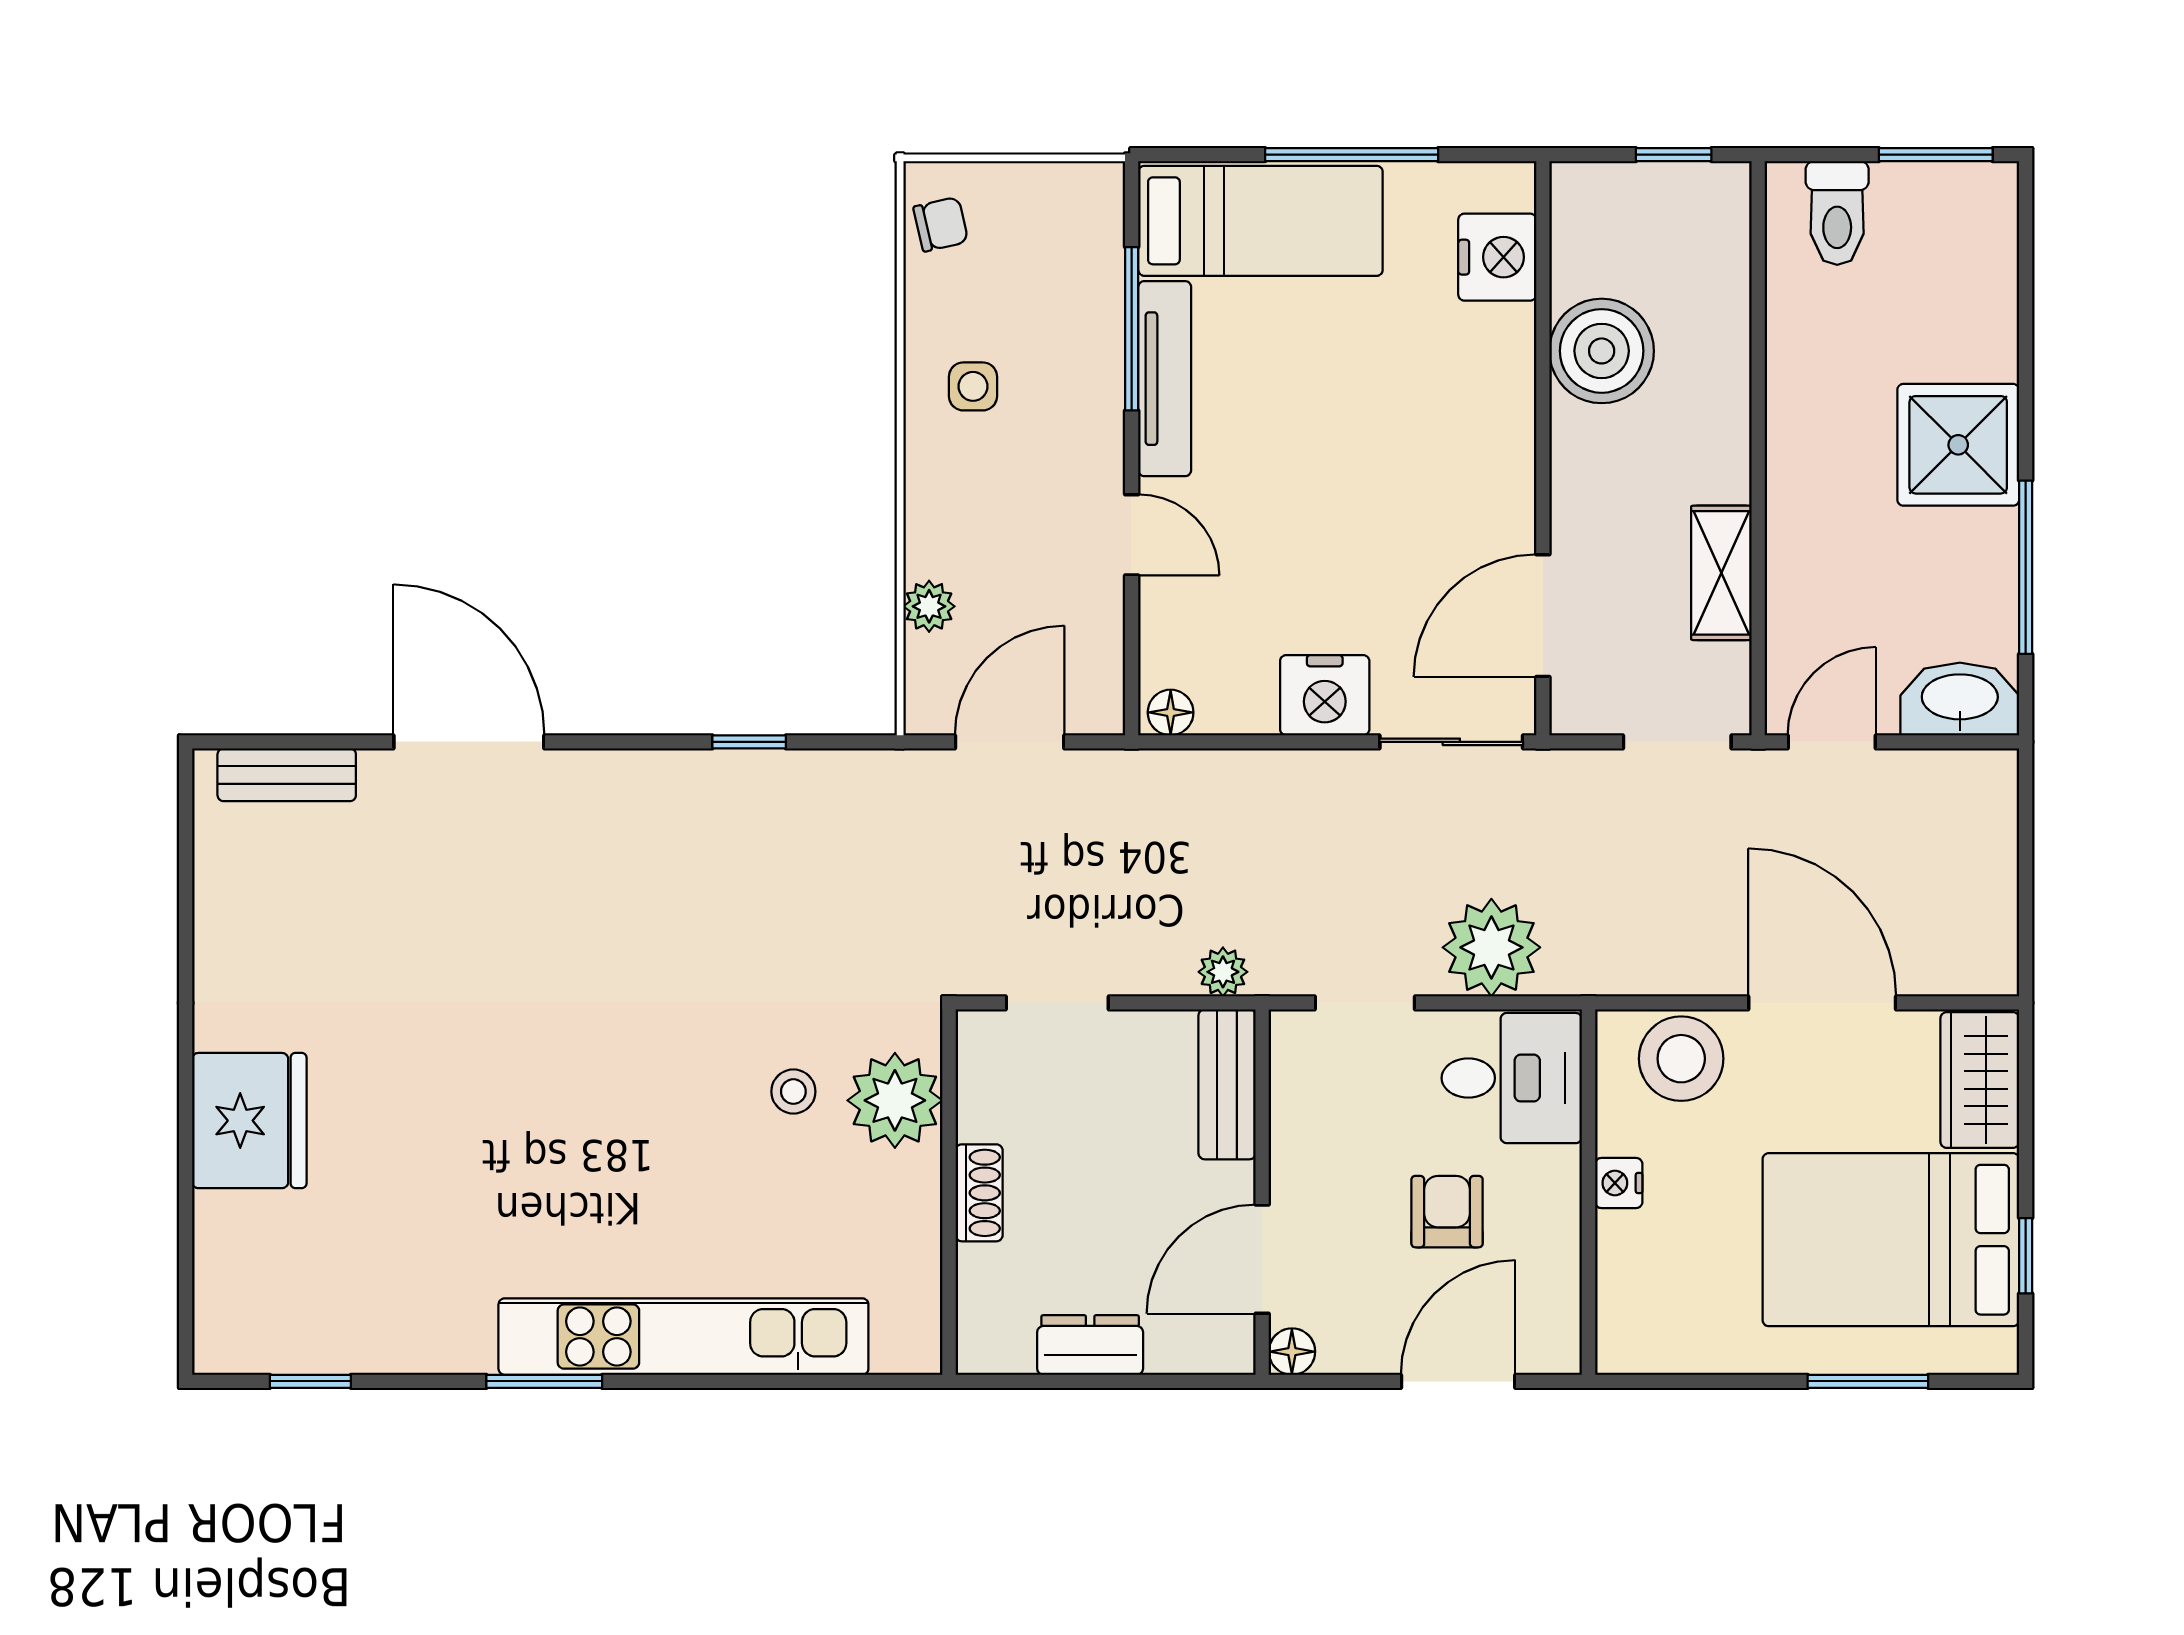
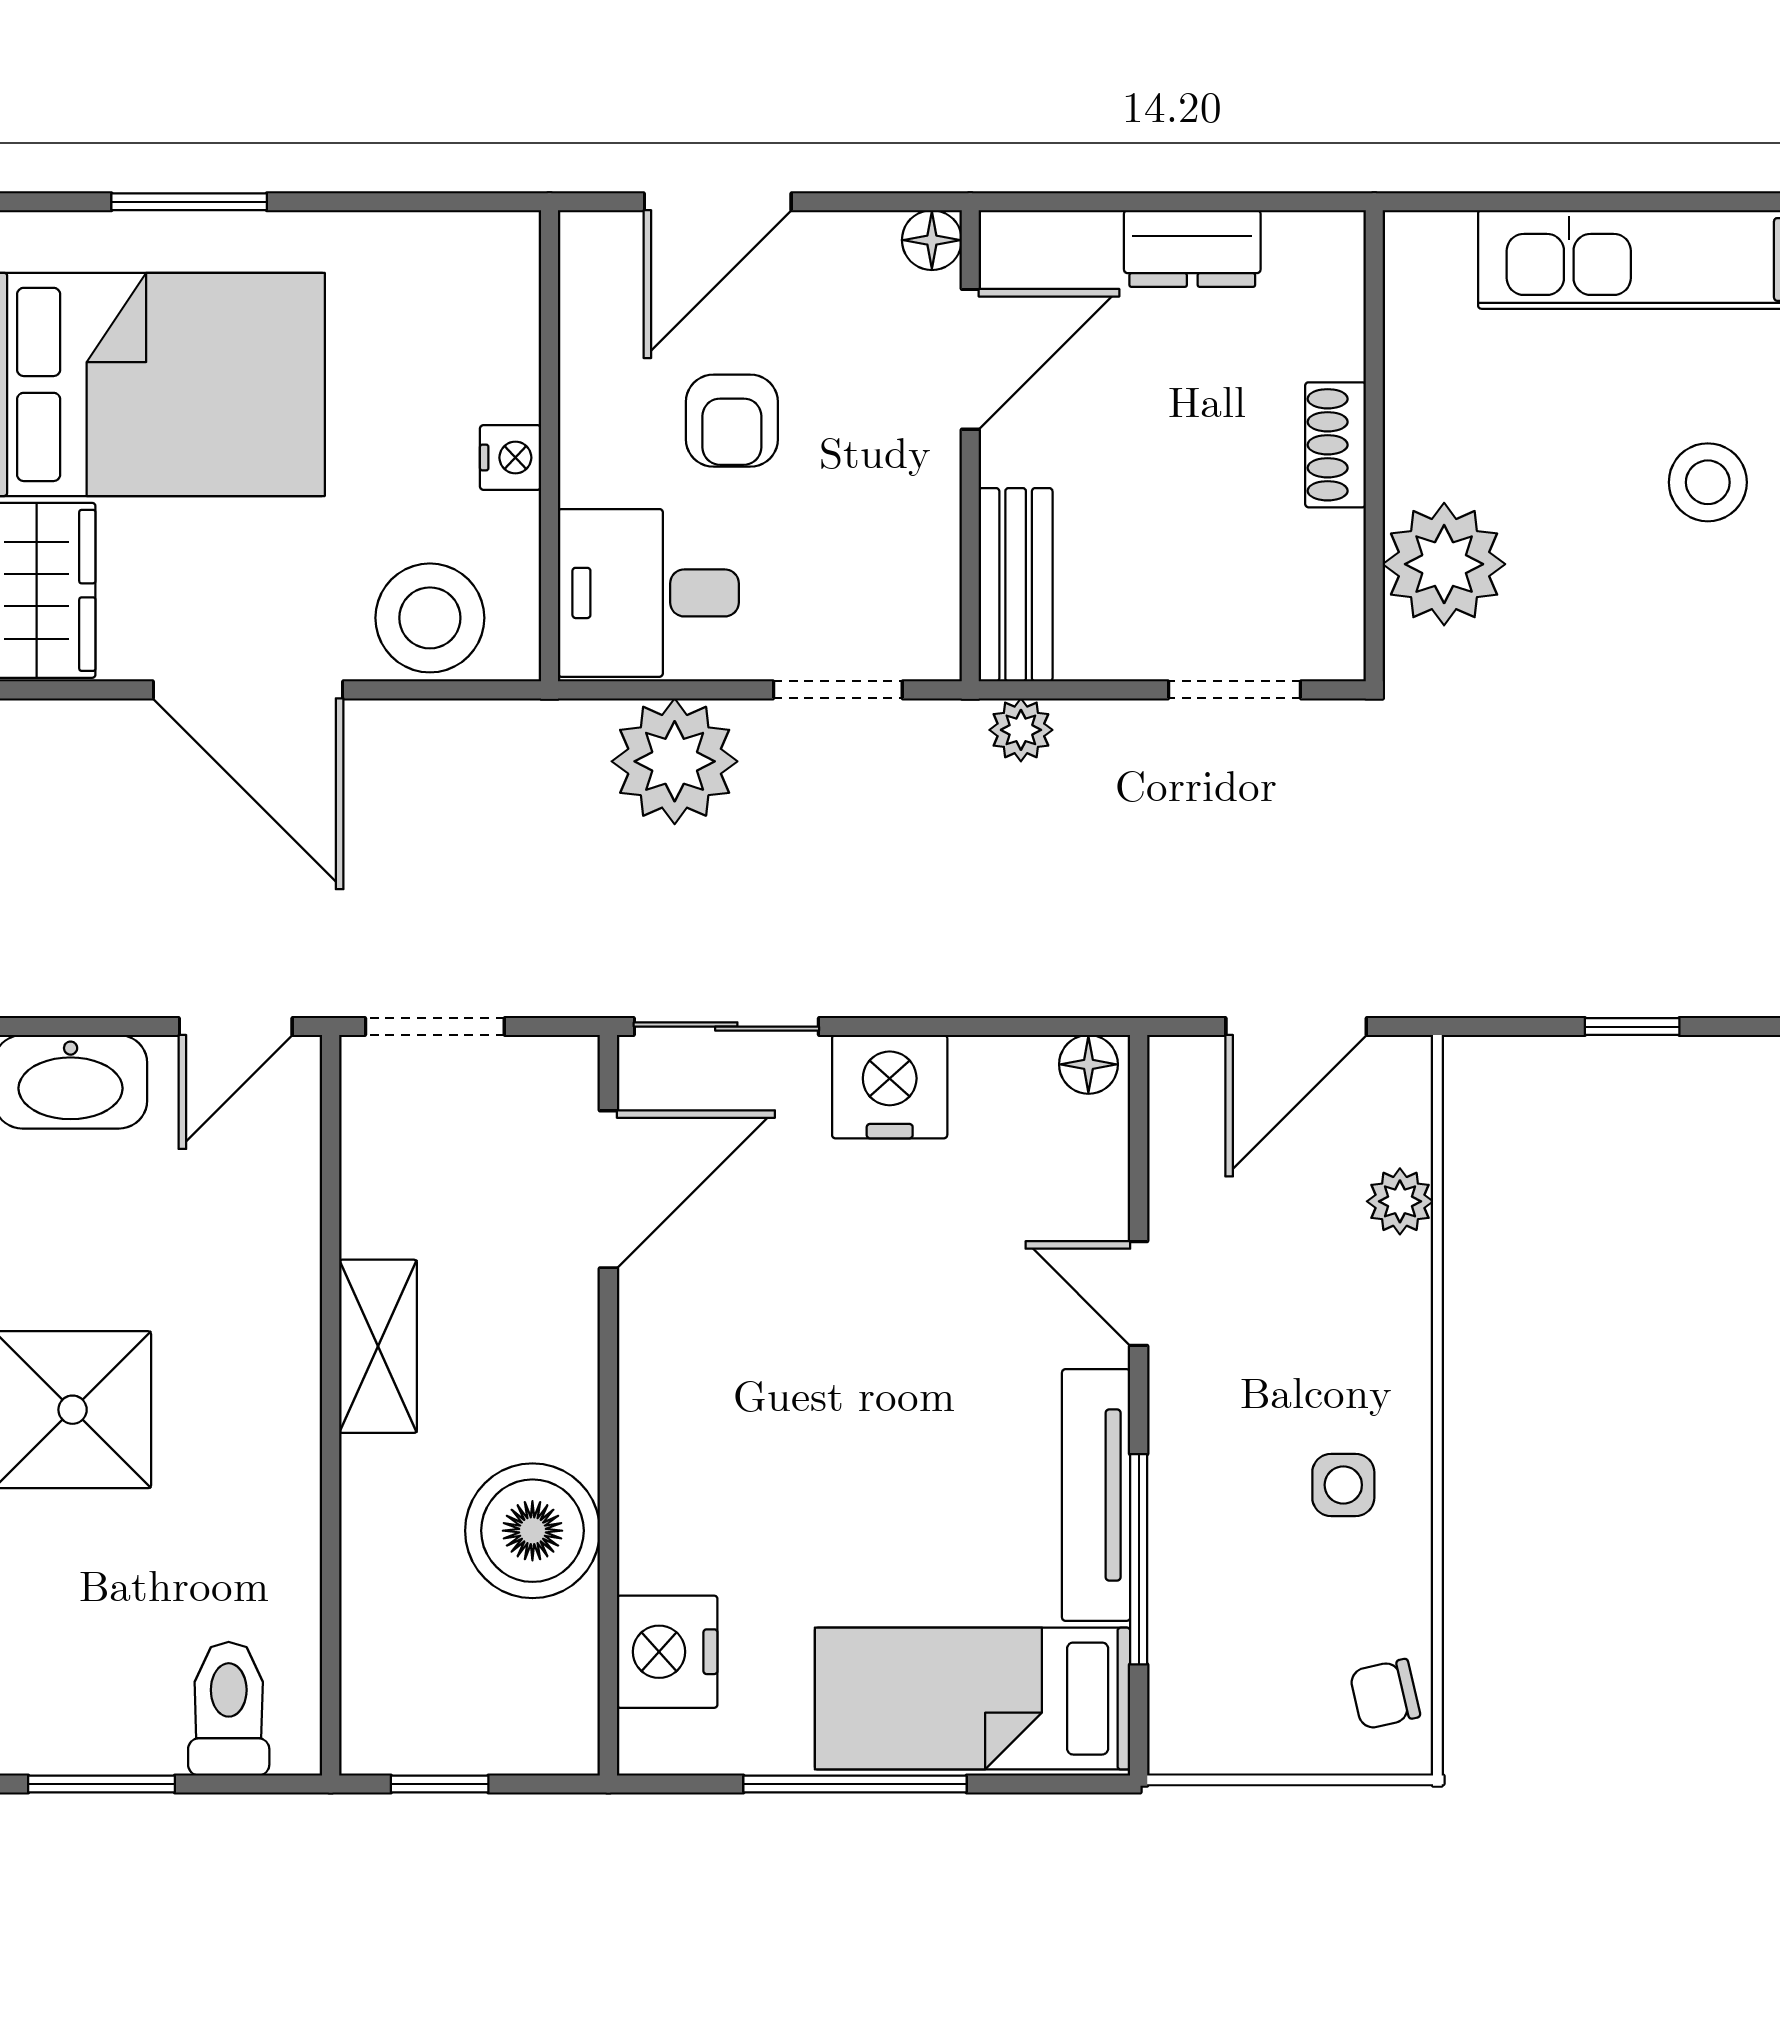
shelving: (1721, 573) -> (378, 1346), moved
stool: (793, 1092) -> (1708, 482), moved, width x1.37, depth x1.37

